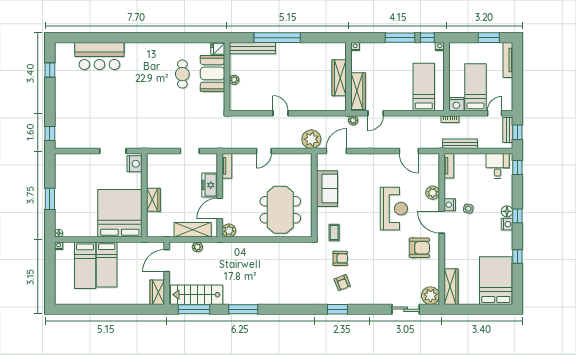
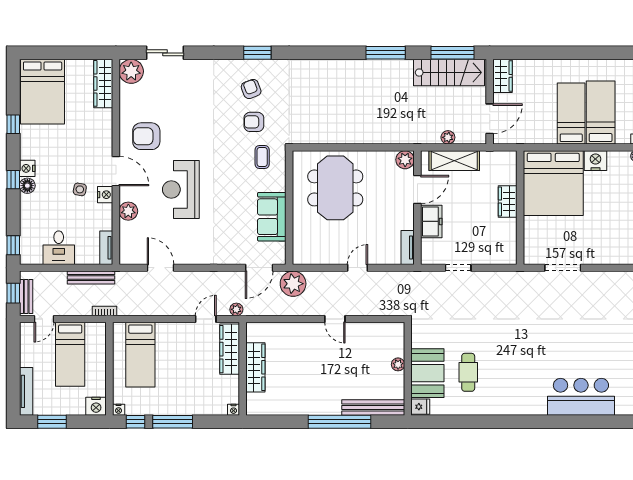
nightstand: (456, 104) -> (96, 406), moved, turned 180
nightstand: (135, 164) -> (595, 161), moved, turned 90
desk: (498, 166) -> (59, 248), moved

